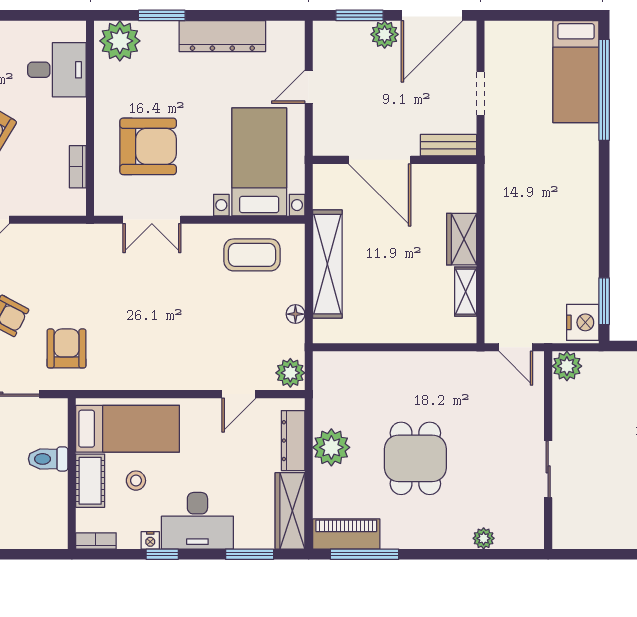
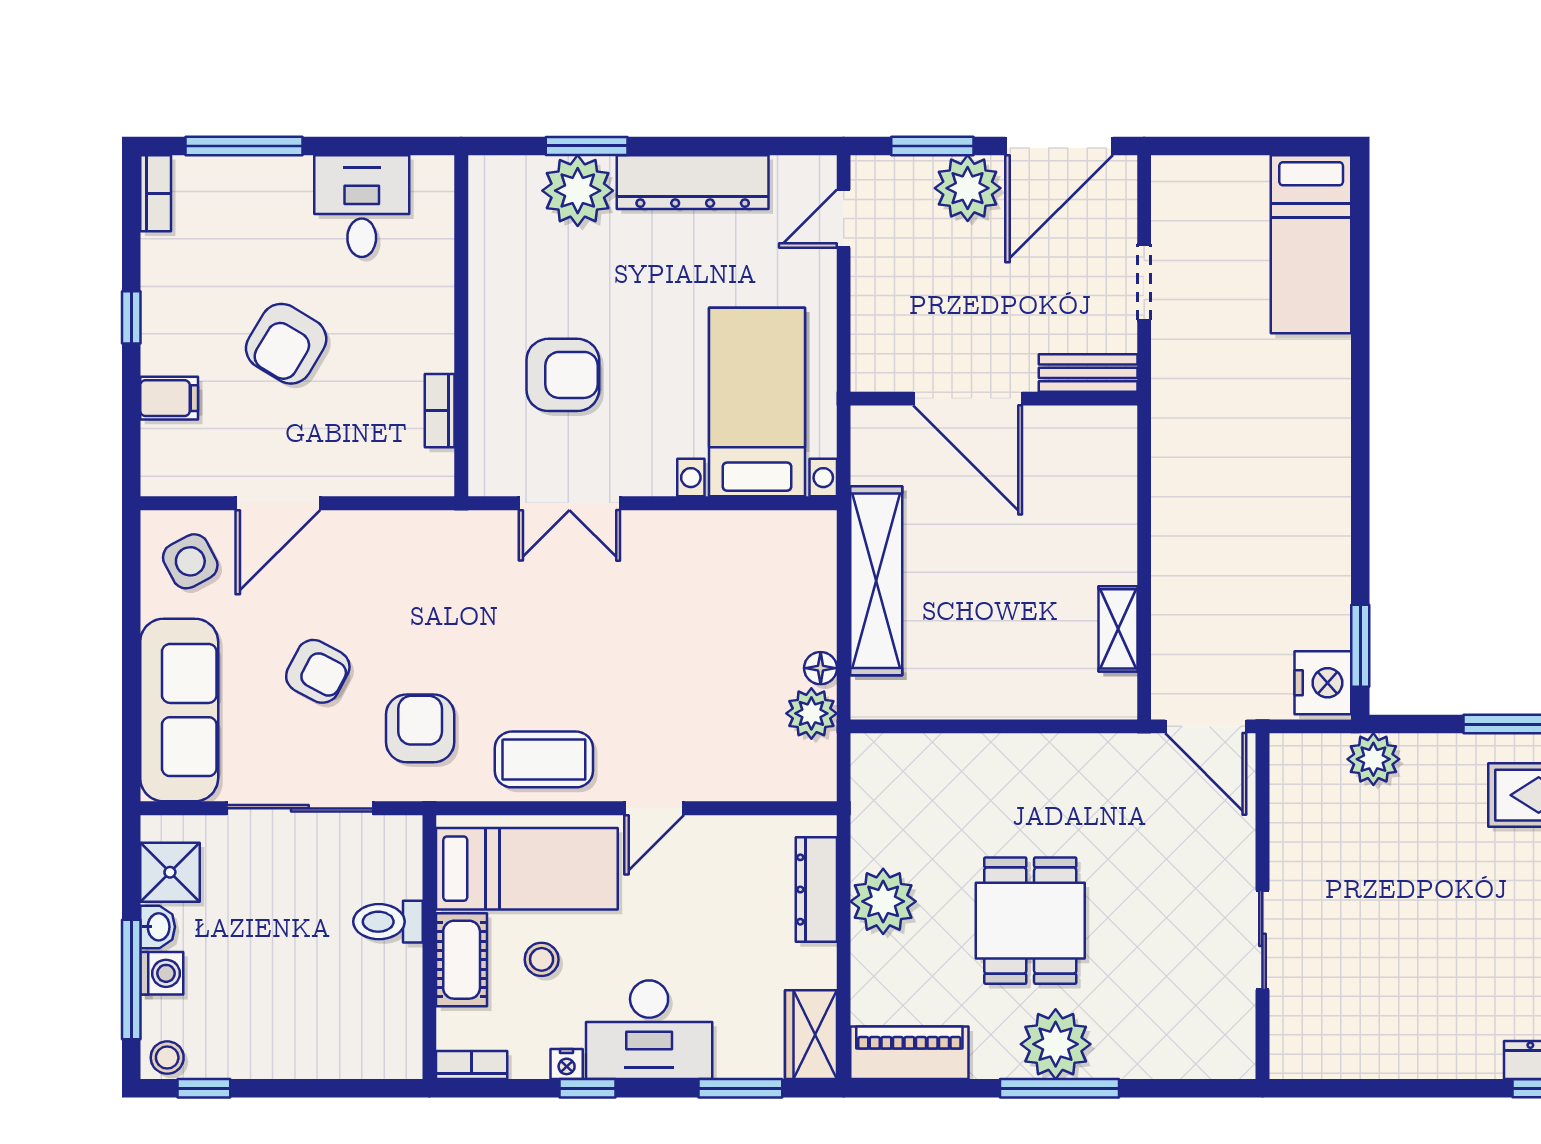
plant: (385, 34) -> (968, 188), width x1.36, depth x1.36
plant: (120, 41) -> (578, 191), moved
desk: (57, 70) -> (362, 206), moved, turned -90
door: (309, 87) -> (844, 219), moved
window: (604, 90) -> (1360, 276), removed
armchair: (148, 146) -> (563, 375), width x0.73, depth x0.73
wardrobe: (462, 239) -> (1111, 537), removed
coffee table: (252, 255) -> (544, 759), moved
door: (516, 347) -> (1206, 726), width x1.38
plant: (567, 366) -> (1373, 759), moved
plant: (290, 373) -> (811, 713), moved
door: (239, 394) -> (654, 808), moved
wardrobe: (290, 511) -> (811, 1035), width x0.67
plant: (484, 538) -> (1056, 1044), moved, width x1.87, depth x1.87
window: (365, 554) -> (1059, 1088), moved

